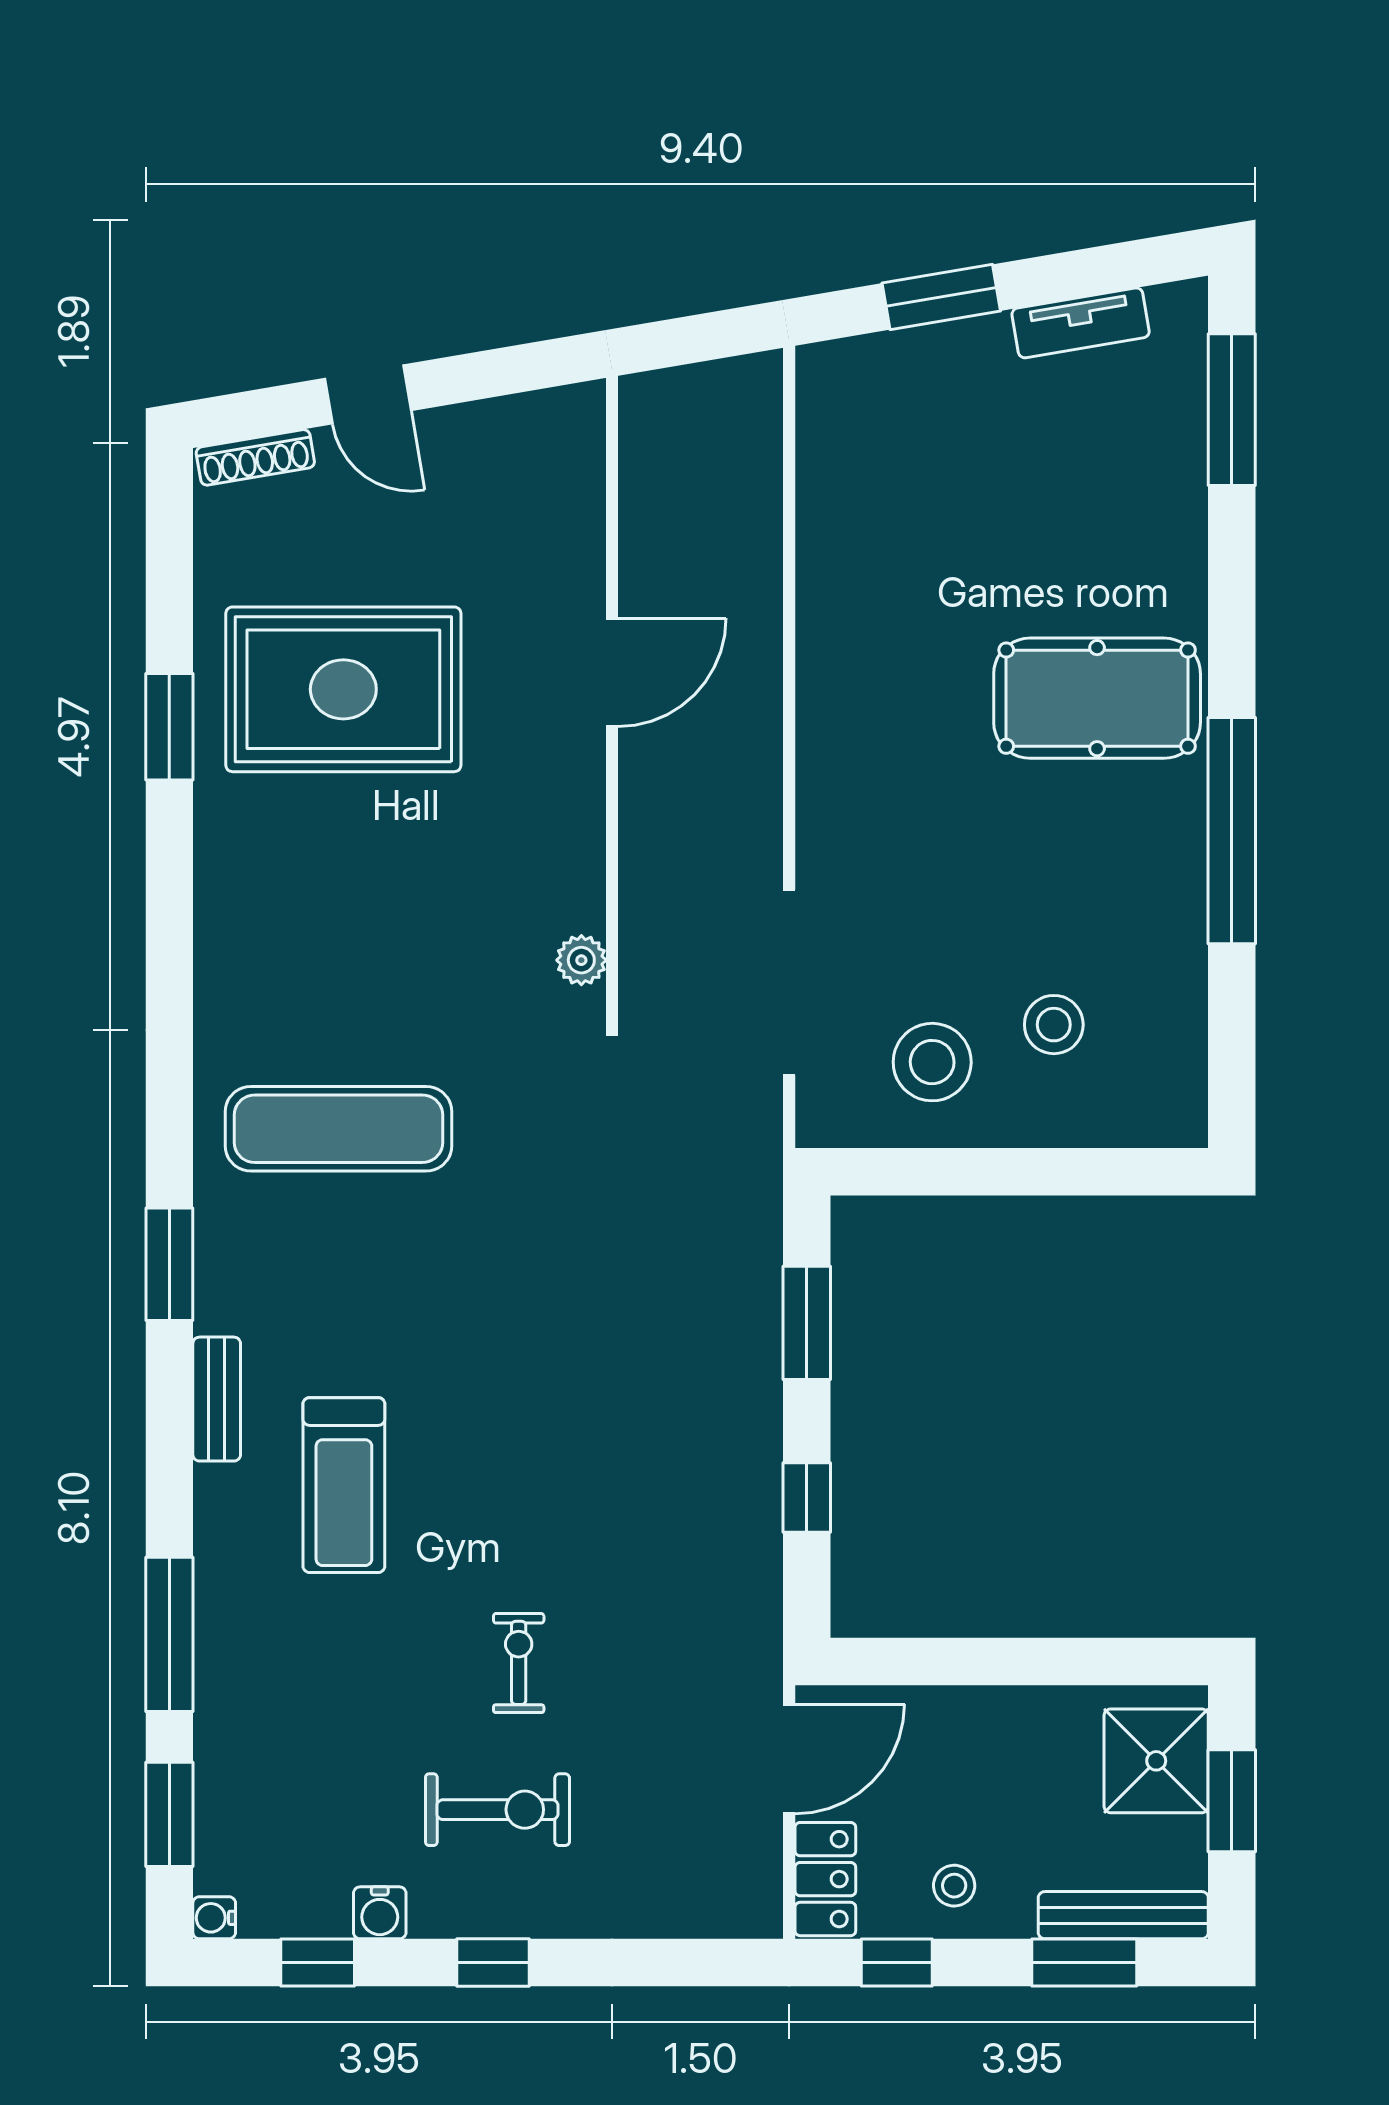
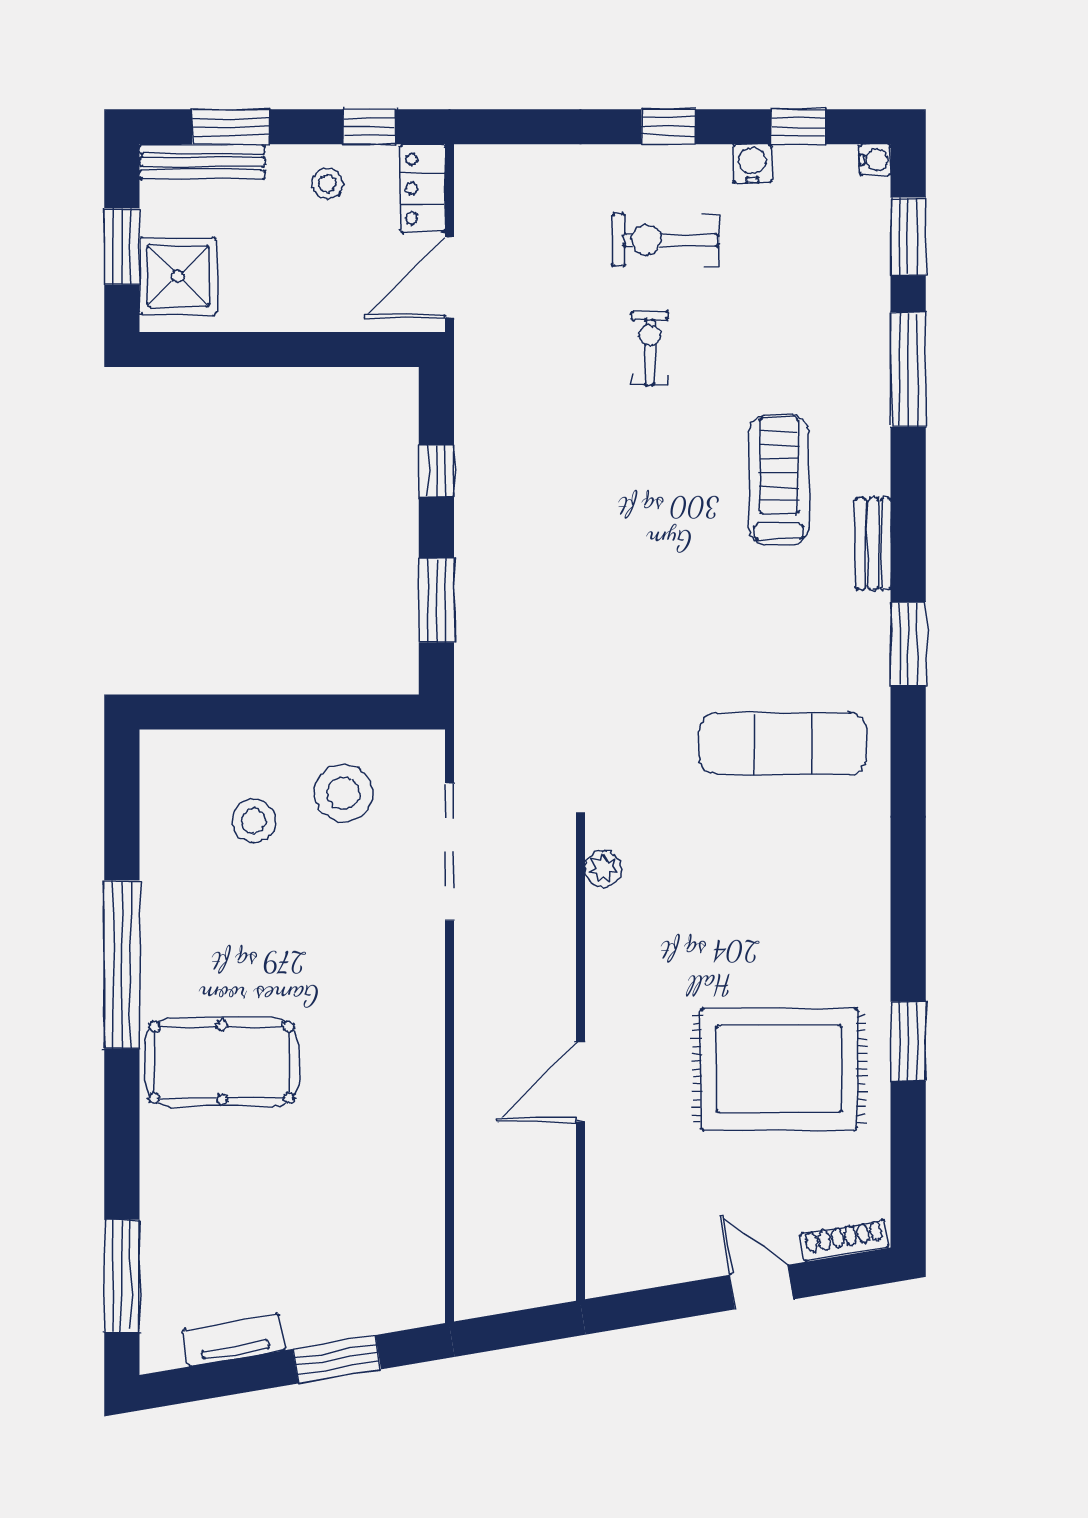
exercise bike: (519, 1663) -> (650, 348), turned 180

